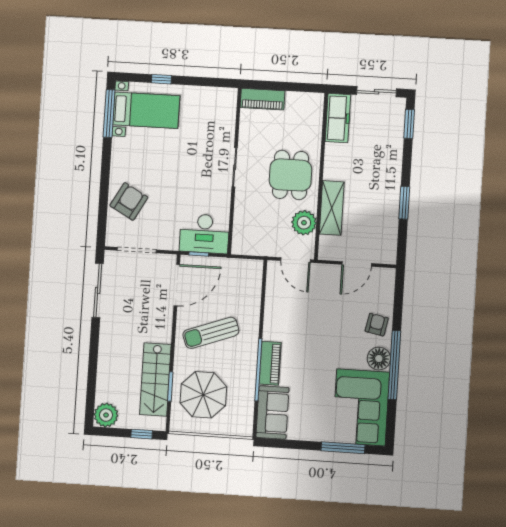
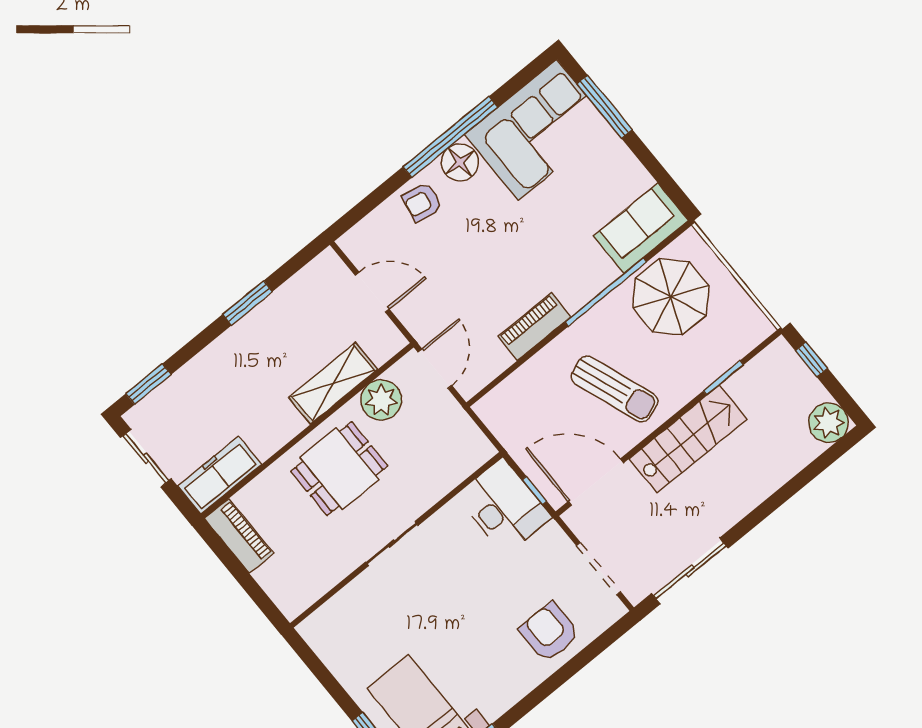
piano: (263, 99) -> (239, 536), moved
armchair: (129, 201) -> (549, 632), turned 61
piano: (270, 363) -> (534, 327), moved
stairs: (155, 379) -> (688, 439), moved
parasol: (203, 395) -> (671, 297), moved

